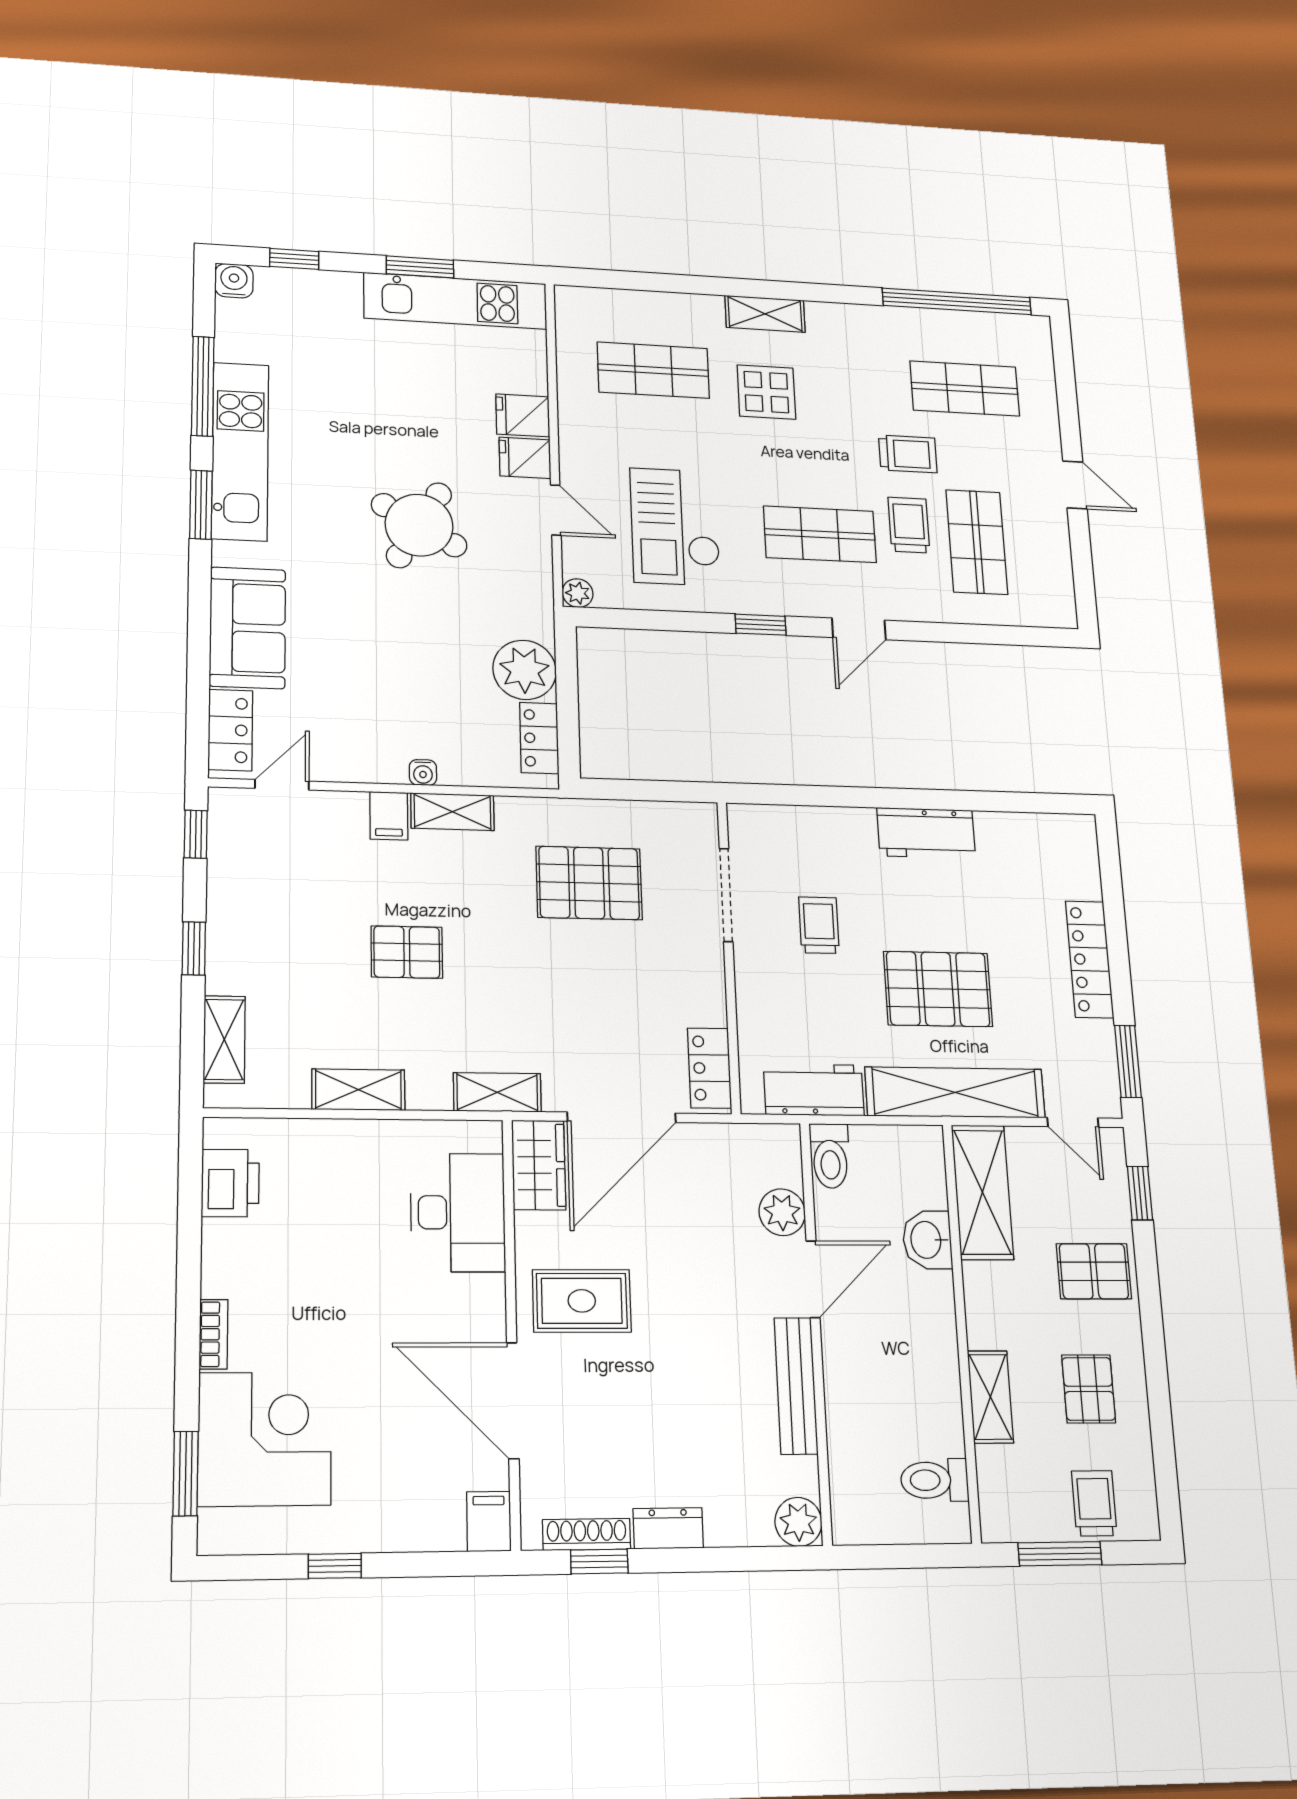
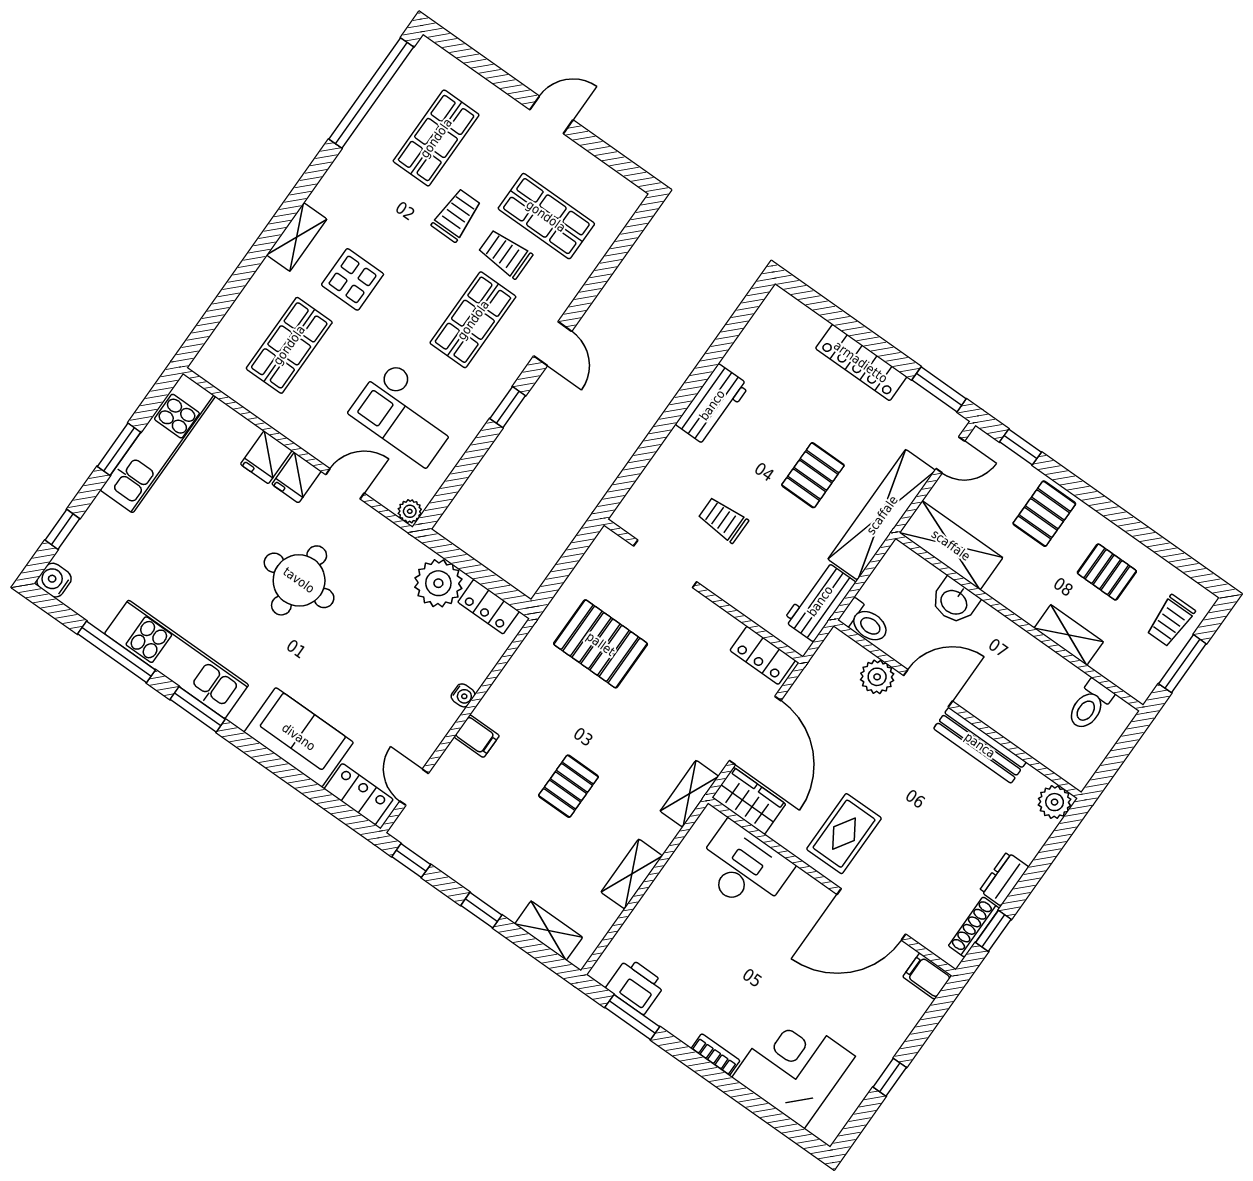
round table: (419, 525) -> (299, 580), turned -30
shelving: (452, 812) -> (500, 695), removed
pallet: (589, 883) -> (601, 644), turned 90
pallet: (938, 989) -> (813, 475), width x0.67, depth x0.71
door: (813, 1279) -> (928, 688), hinge flipped
window: (186, 1473) -> (632, 1017), moved
trolley: (1094, 1503) -> (1171, 621), turned -90

